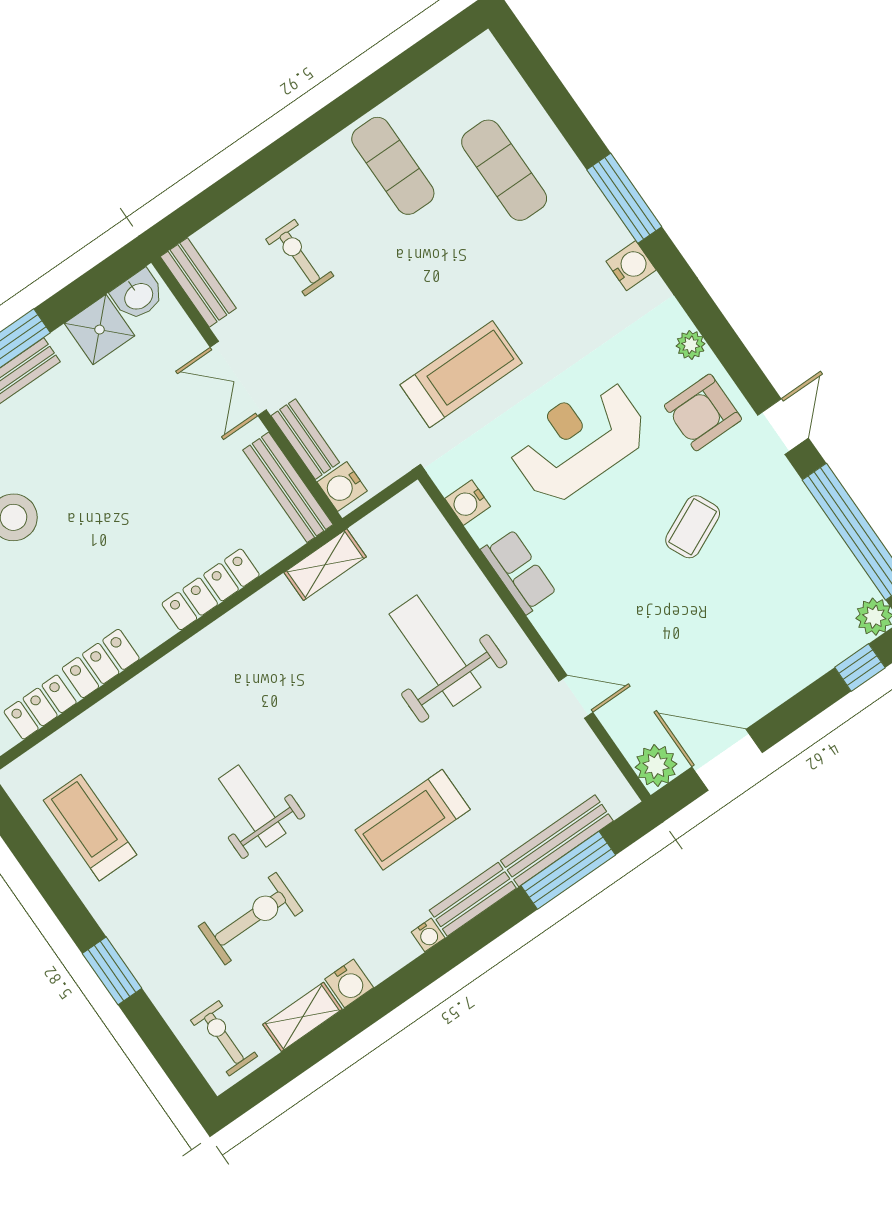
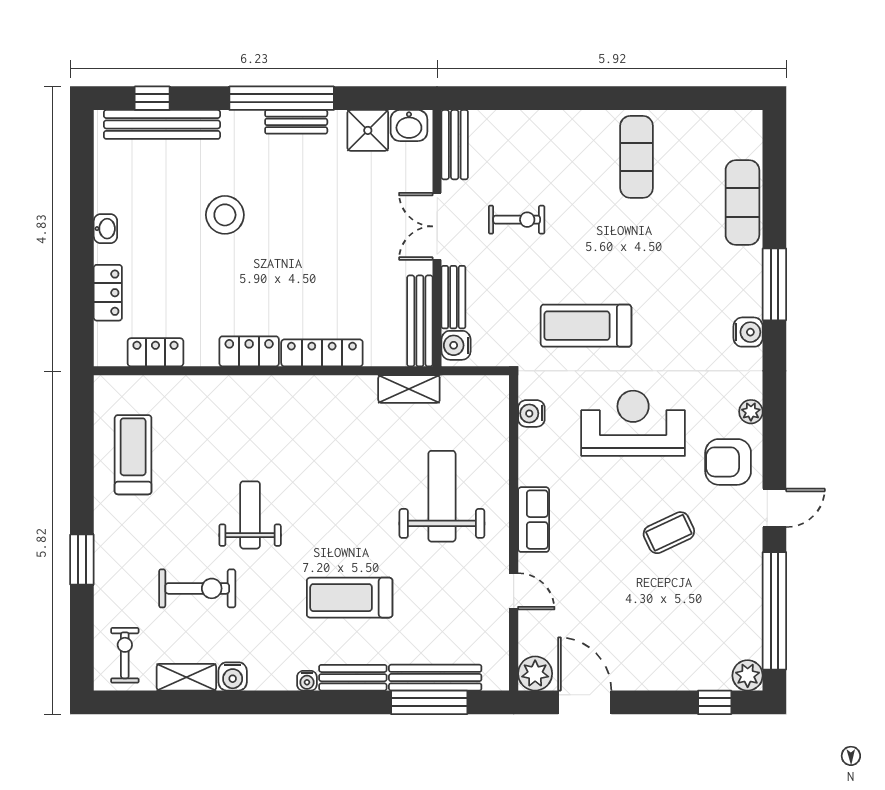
exercise mat: (504, 170) -> (742, 203), moved
exercise bike: (300, 258) -> (517, 220), moved, turned 90
treadmill: (461, 374) -> (586, 326), turned 180
row of seats: (519, 572) -> (534, 520), moved
locker: (101, 663) -> (249, 351), moved

